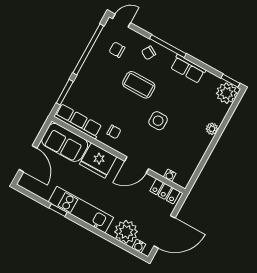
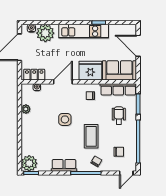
coffee table: (139, 85) -> (91, 136), turned 90
wheelchair: (94, 91) -> (119, 116), added
plant: (212, 129) -> (26, 109), moved

